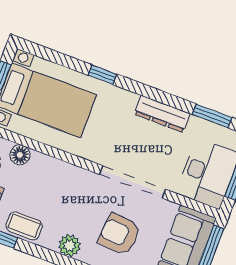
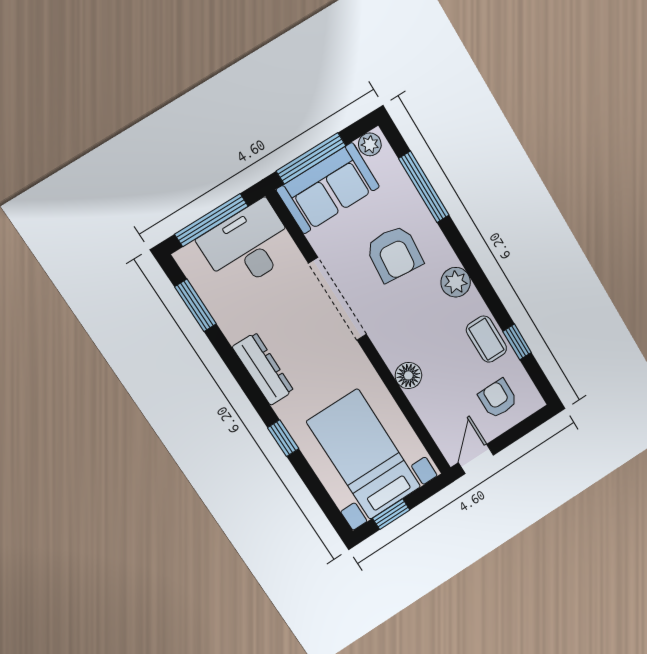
dresser: (162, 114) -> (263, 369), moved
floor lamp: (20, 155) -> (408, 375), moved

